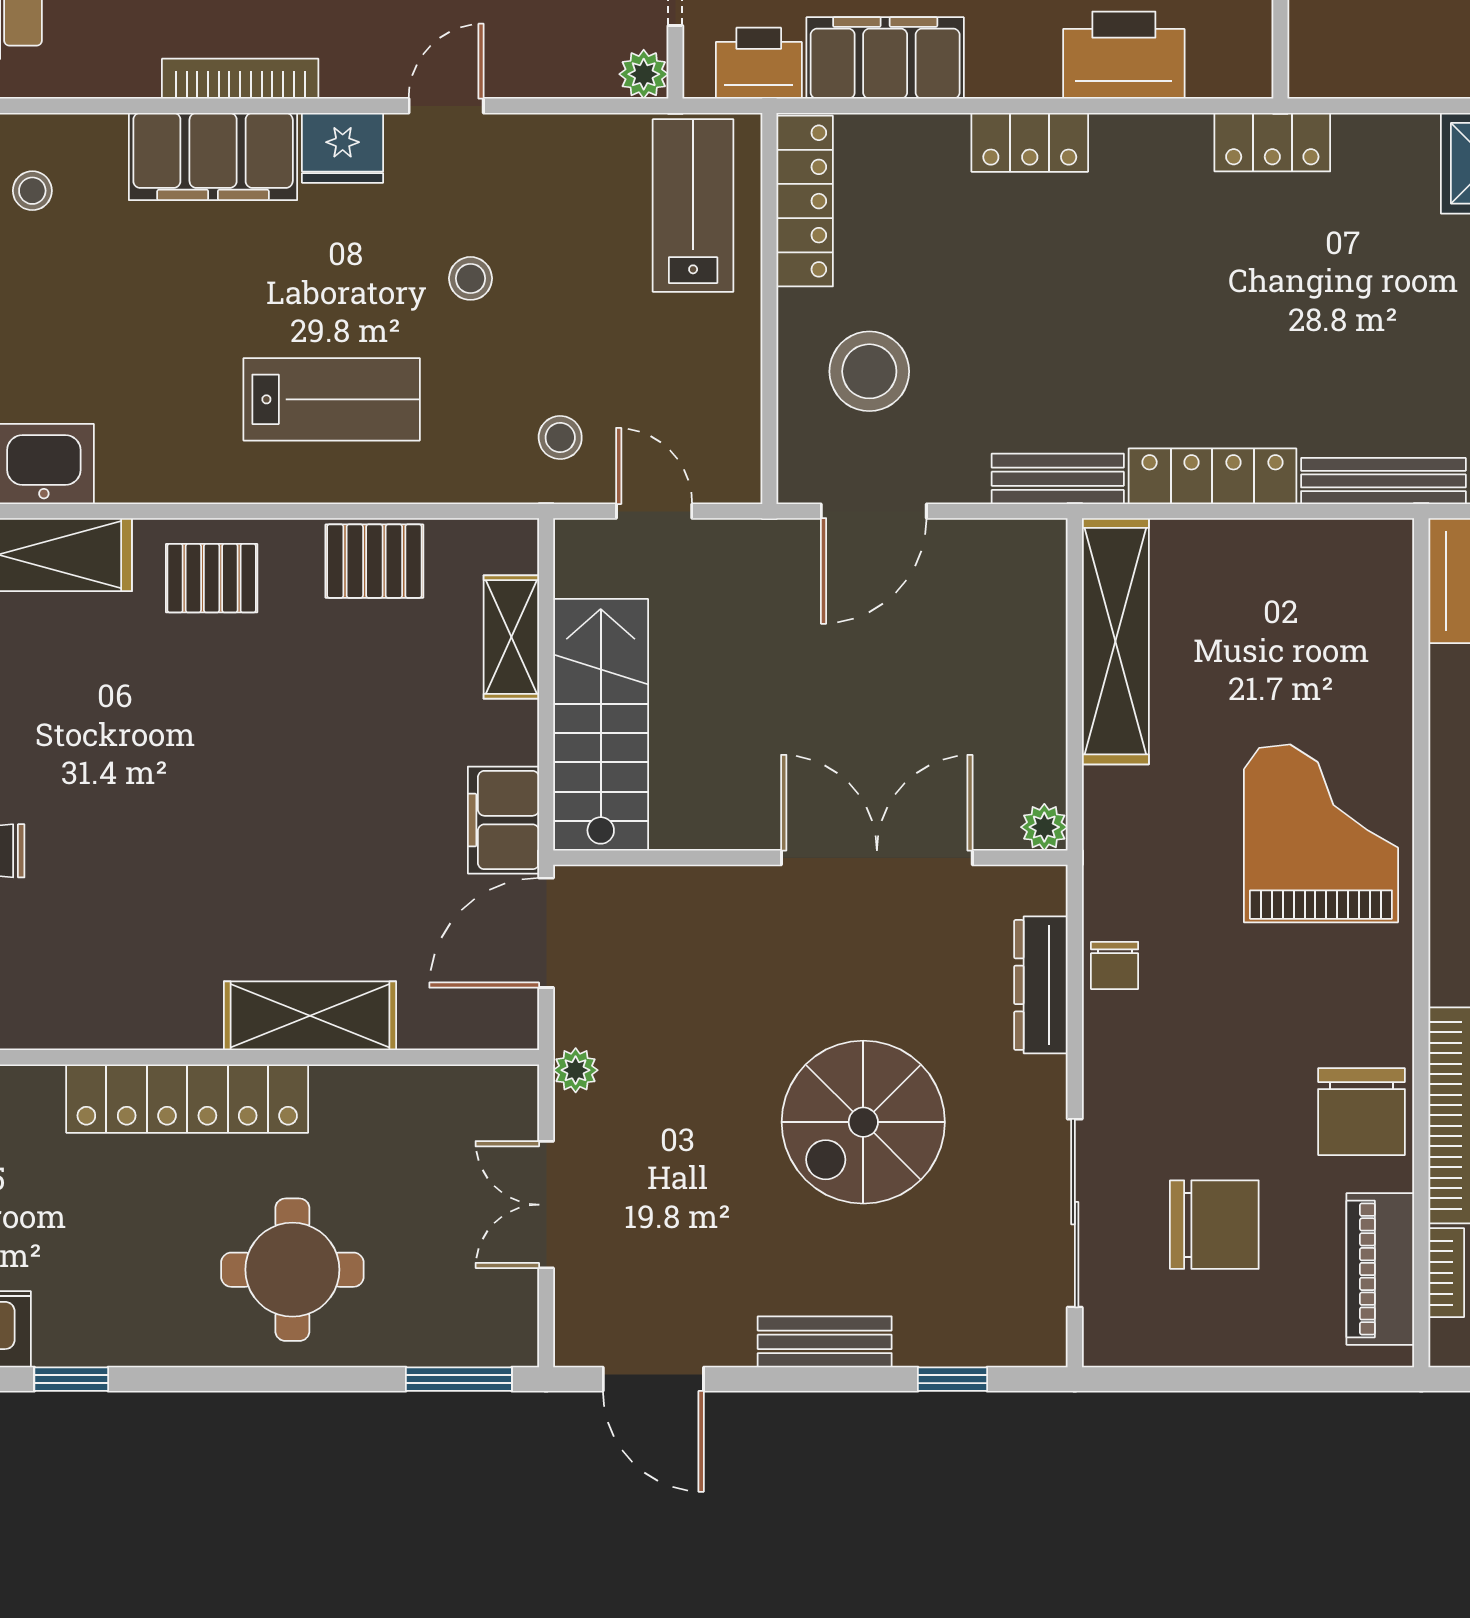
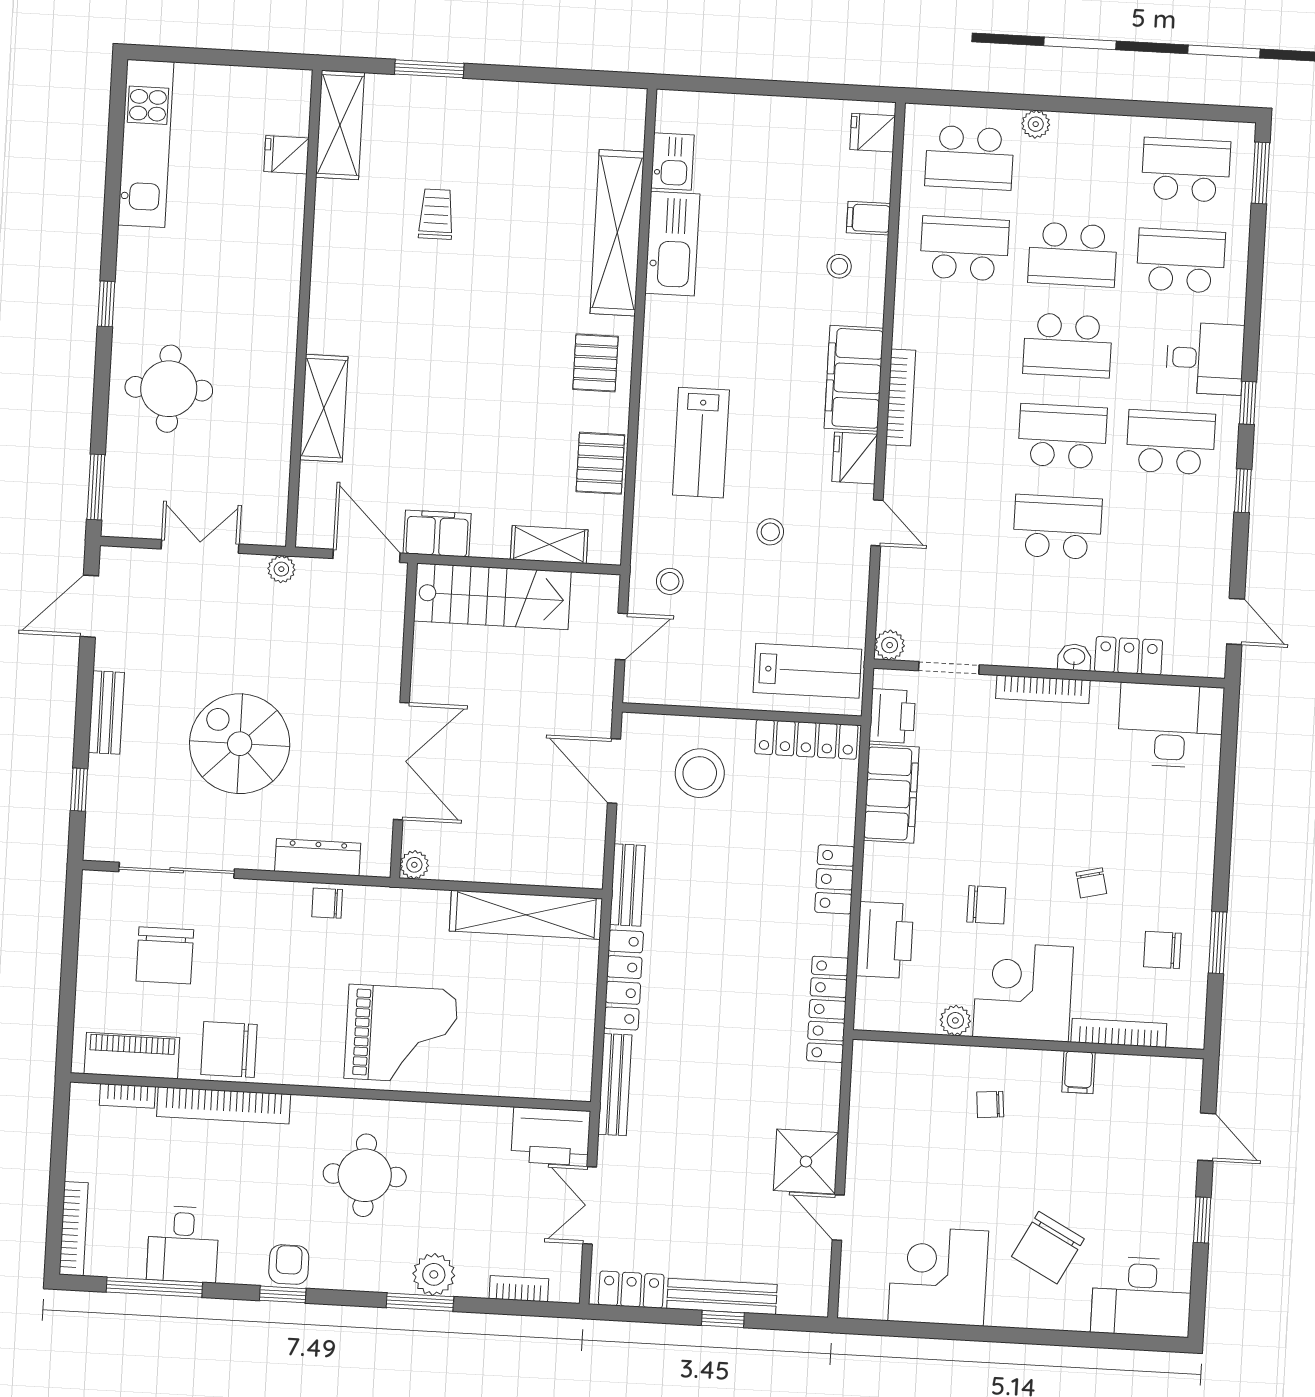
locker: (1272, 142) -> (827, 1009), width x1.53
locker: (187, 1099) -> (277, 330), removed
window: (71, 1379) -> (106, 304), moved

